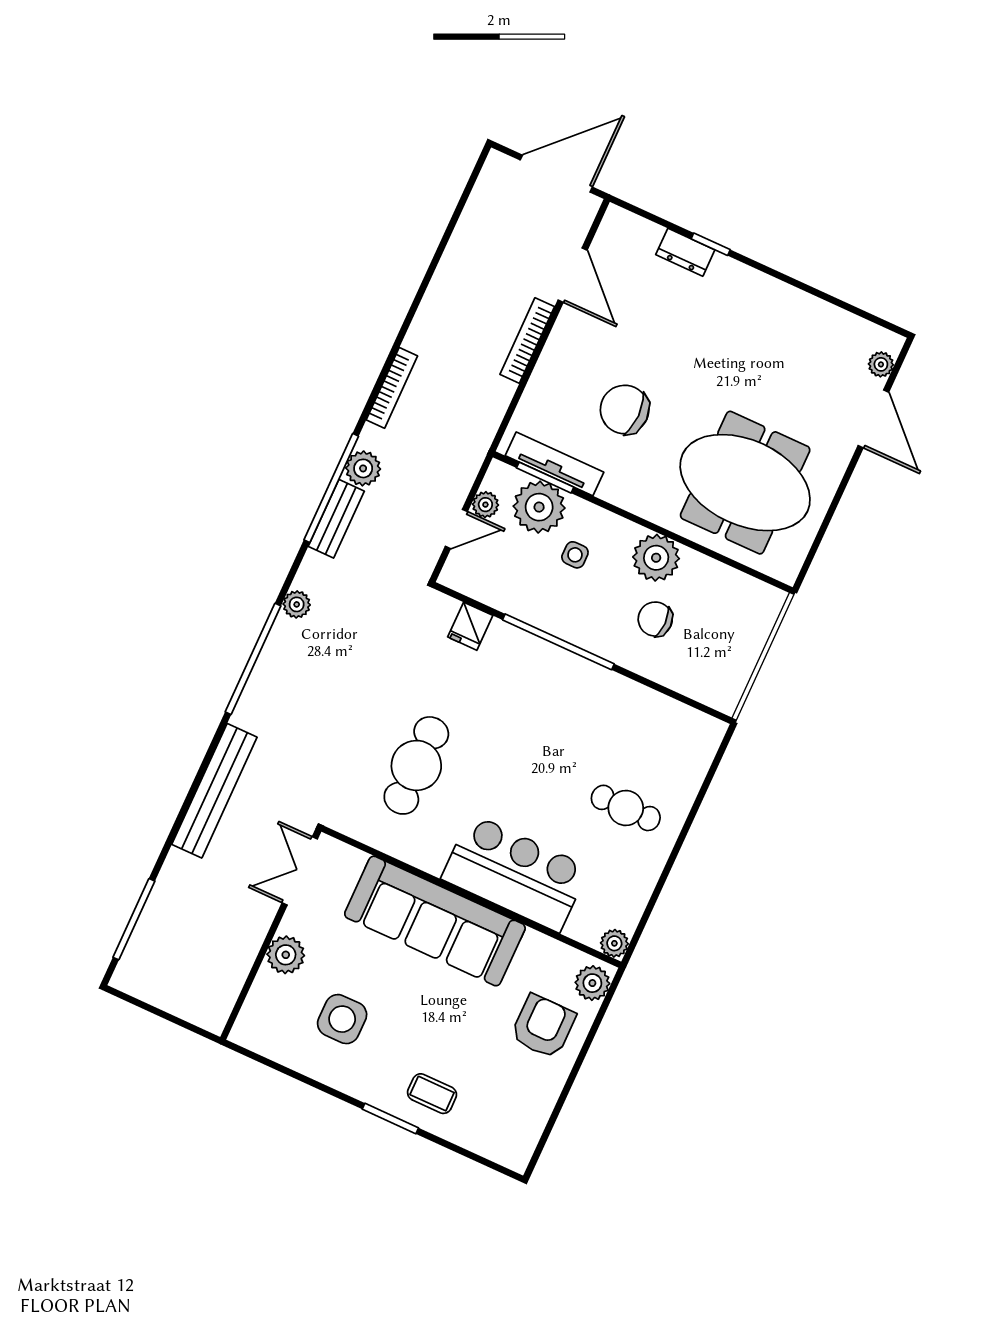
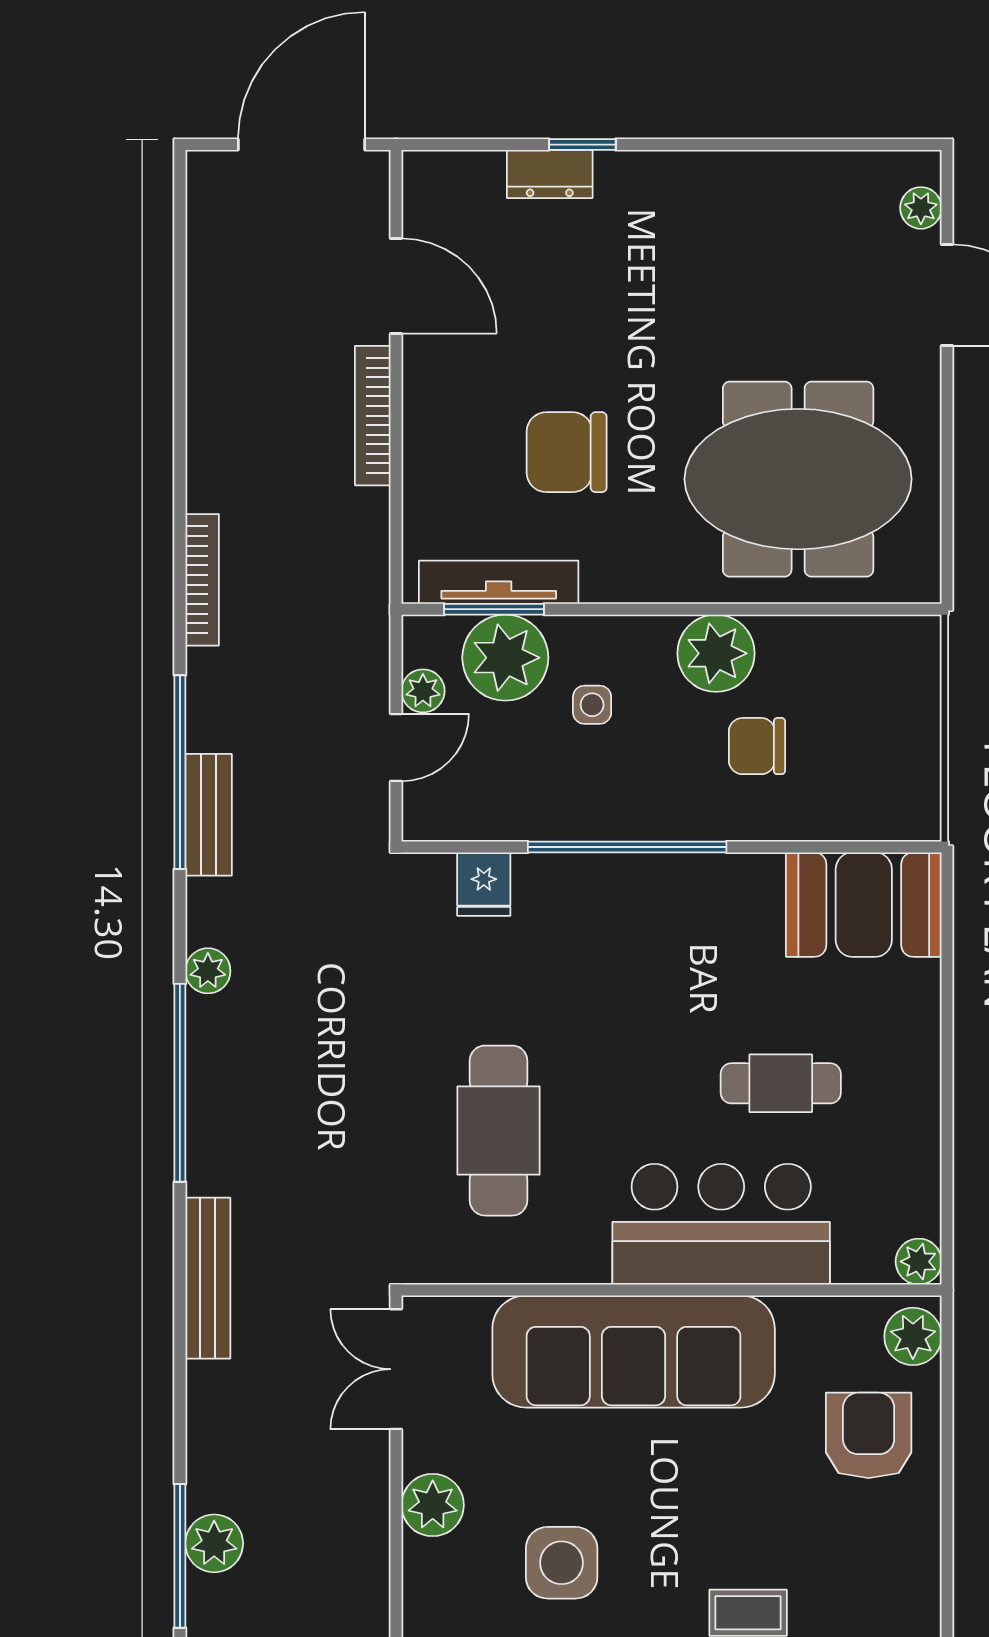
plant: (363, 468) -> (214, 1543), moved
booth: (674, 733) -> (864, 905), added
bench: (214, 791) -> (208, 1278), width x0.73, depth x0.82
cafe table: (626, 808) -> (781, 1083), moved

